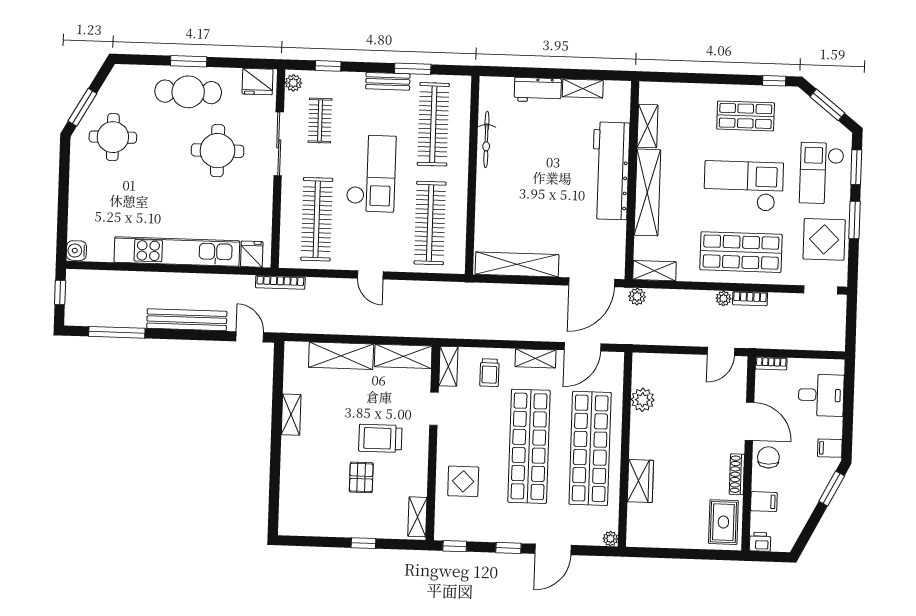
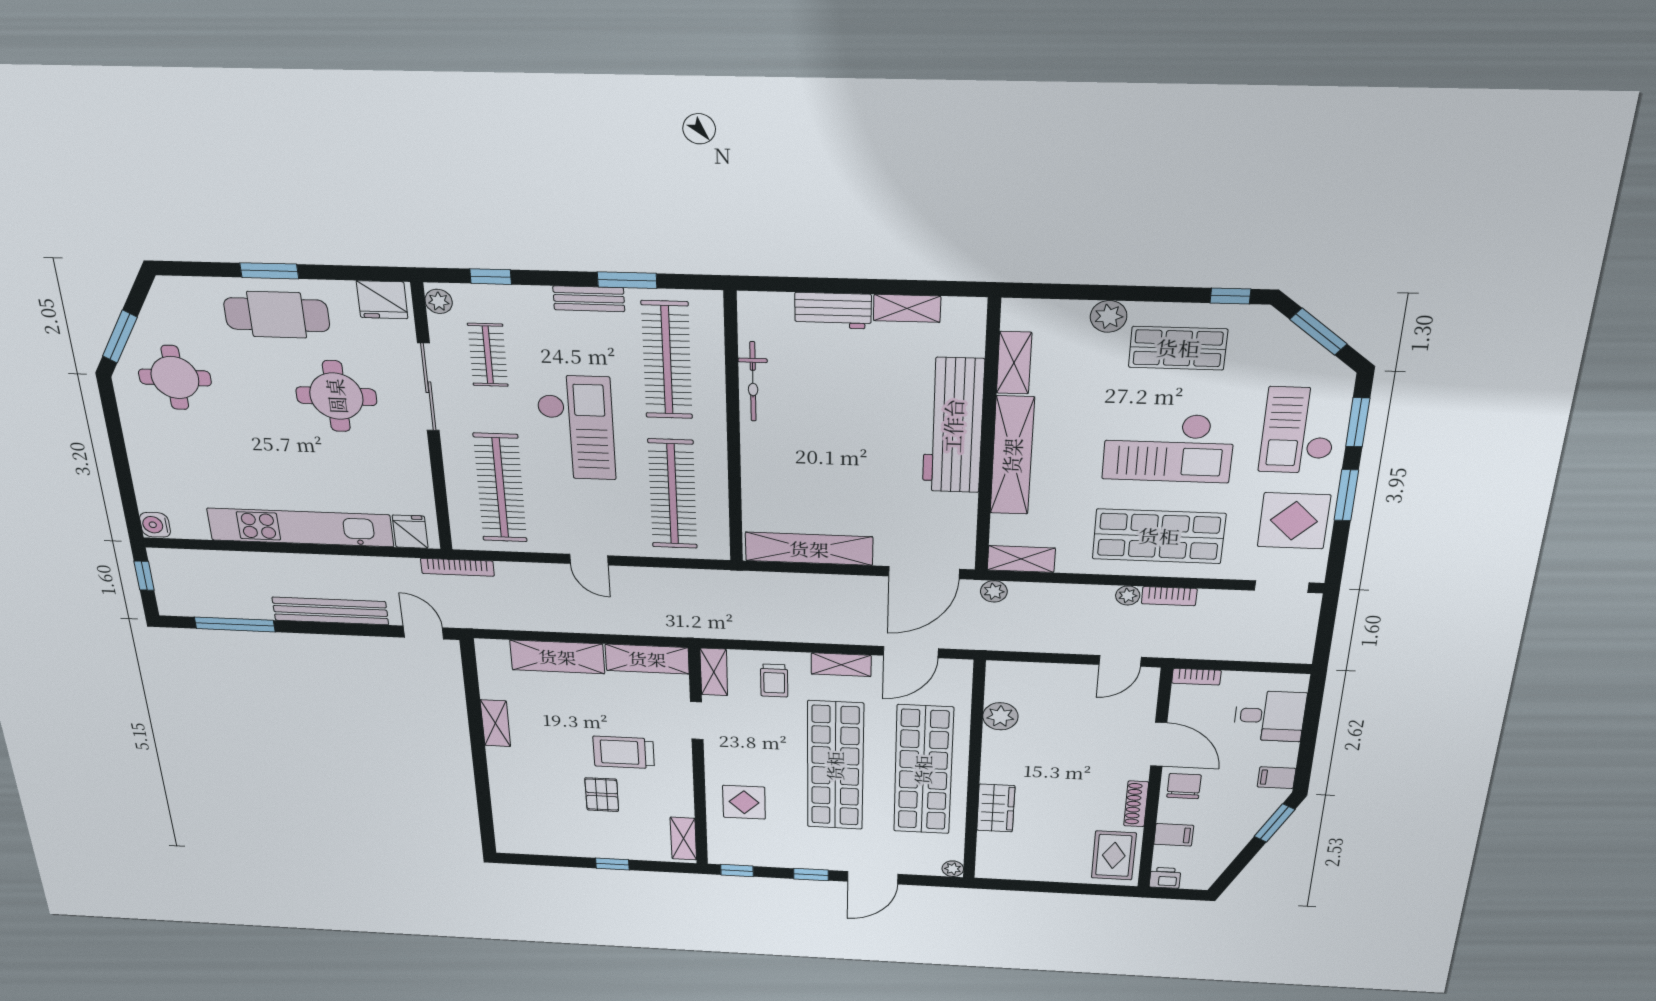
plant: (703, 94) -> (1109, 316), added
checkout: (744, 186) -> (1168, 448), turned 180

